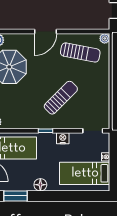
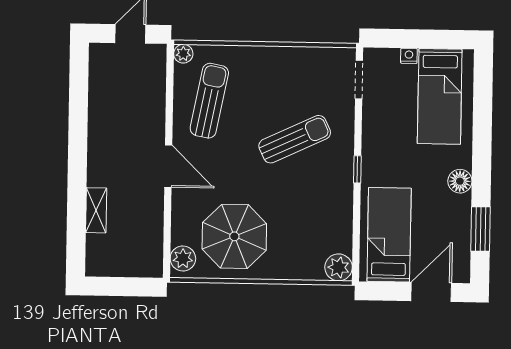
sun lounger: (61, 98) -> (295, 139), turned 110
nightstand: (63, 138) -> (372, 137), removed

